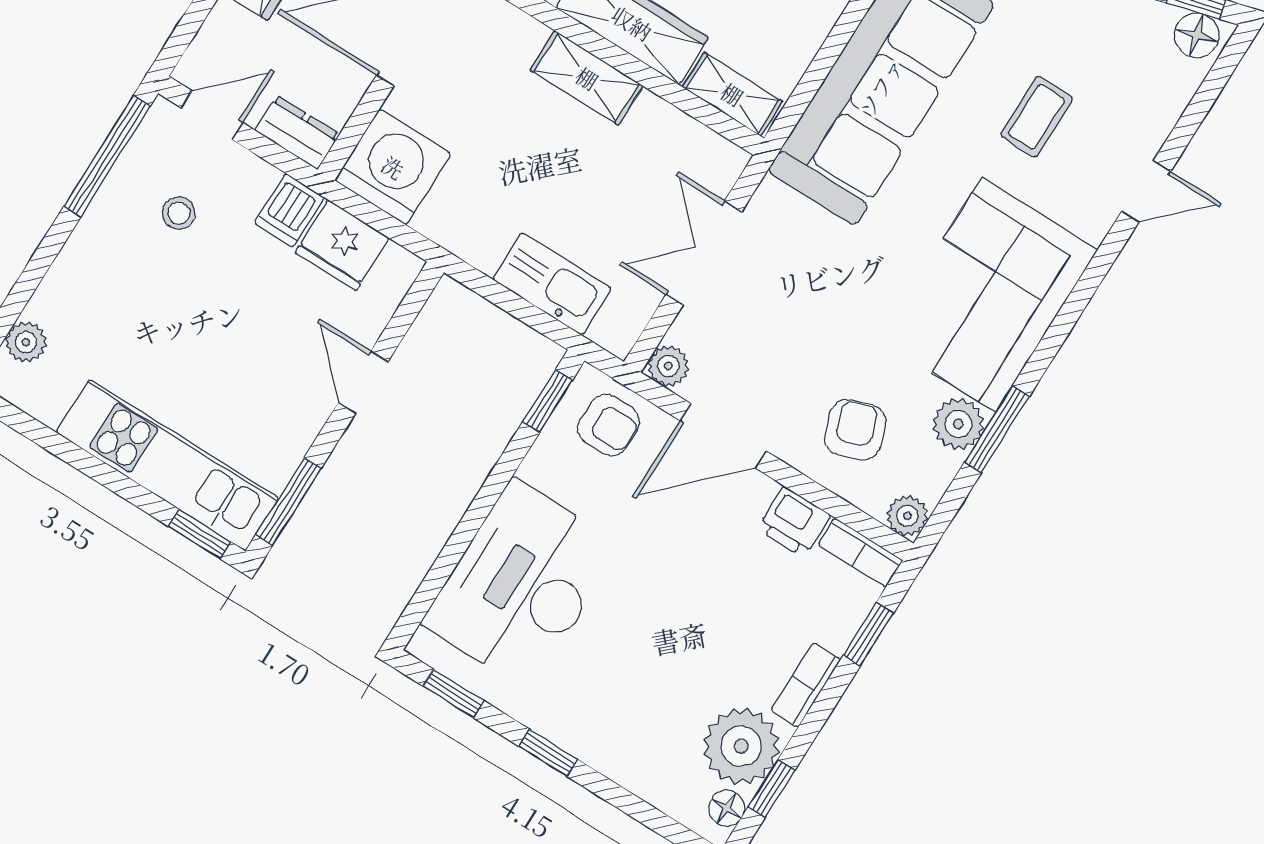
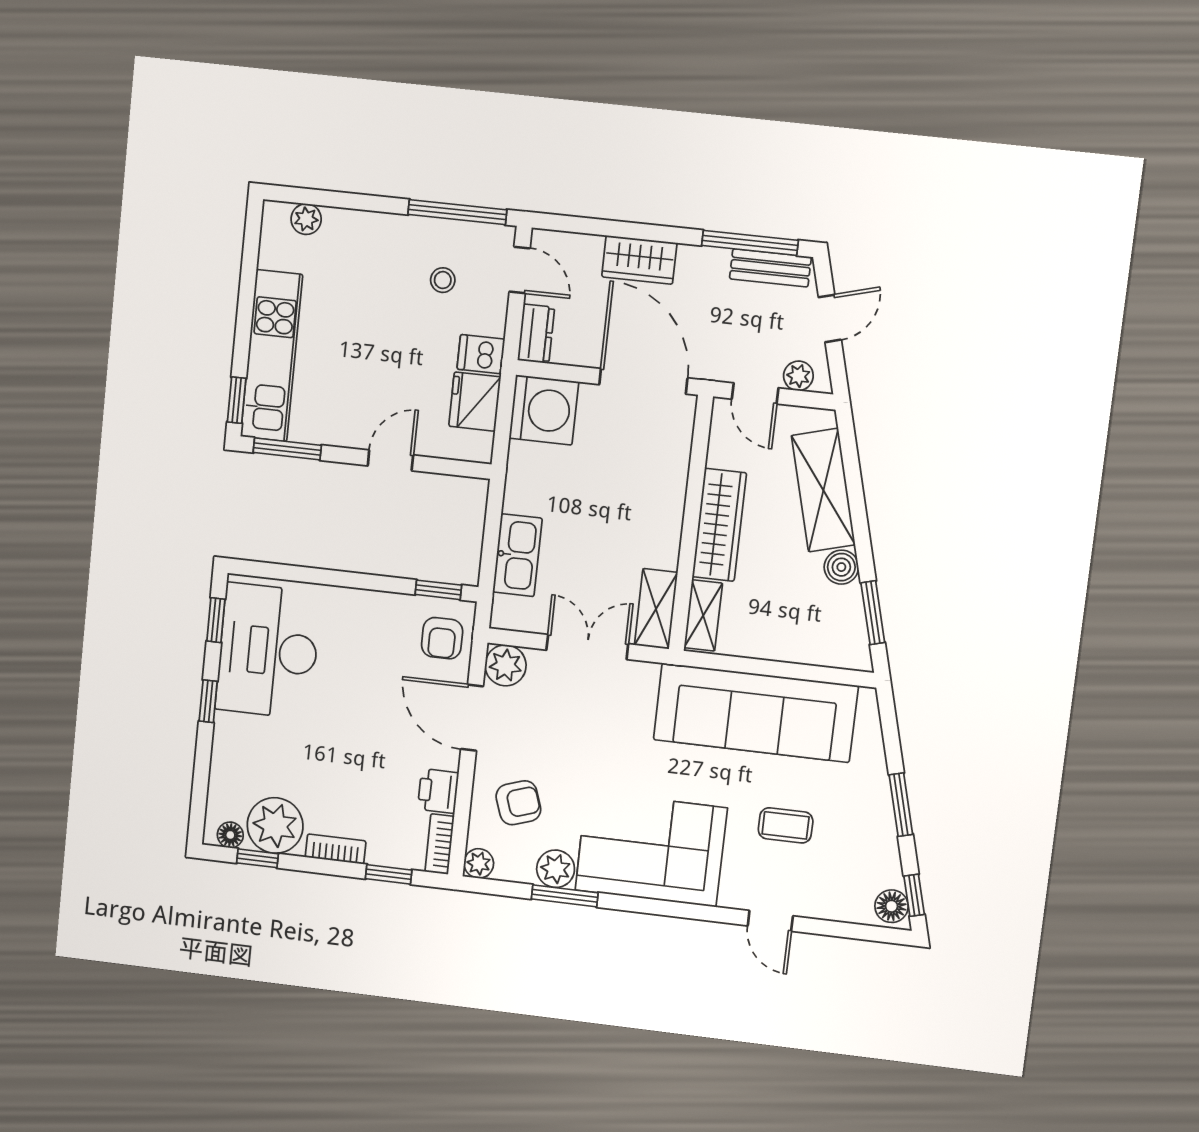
shelving: (587, 78) -> (656, 609), moved
plant: (668, 366) -> (506, 665), width x1.38, depth x1.38
desk: (522, 585) -> (268, 651), moved, turned -90

